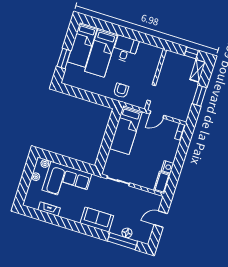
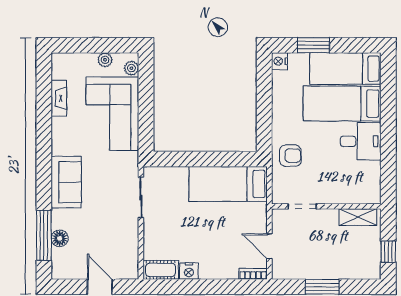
shelving: (198, 71) -> (358, 217), moved
nightstand: (67, 80) -> (279, 61), added
door: (157, 115) -> (269, 246), moved

